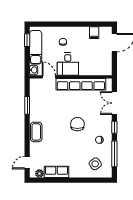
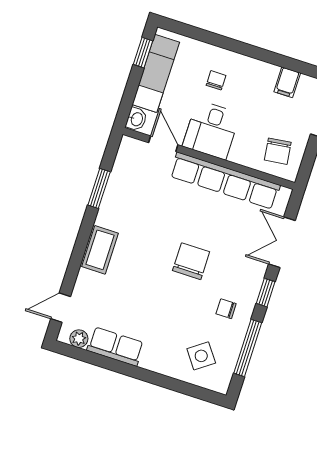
chair: (100, 64) -> (278, 151), added

